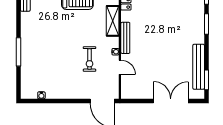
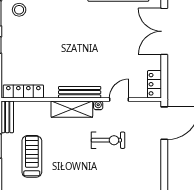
shelving: (113, 21) -> (72, 109), moved
locker: (131, 94) -> (155, 84), added

